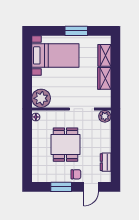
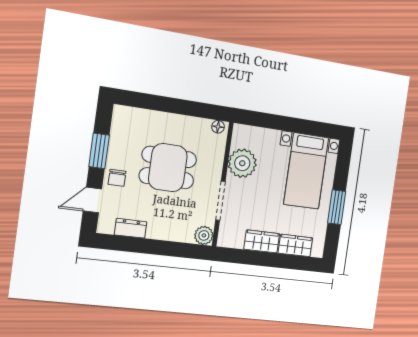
plant: (41, 98) -> (242, 163), moved
door: (91, 187) -> (92, 200), hinge flipped

